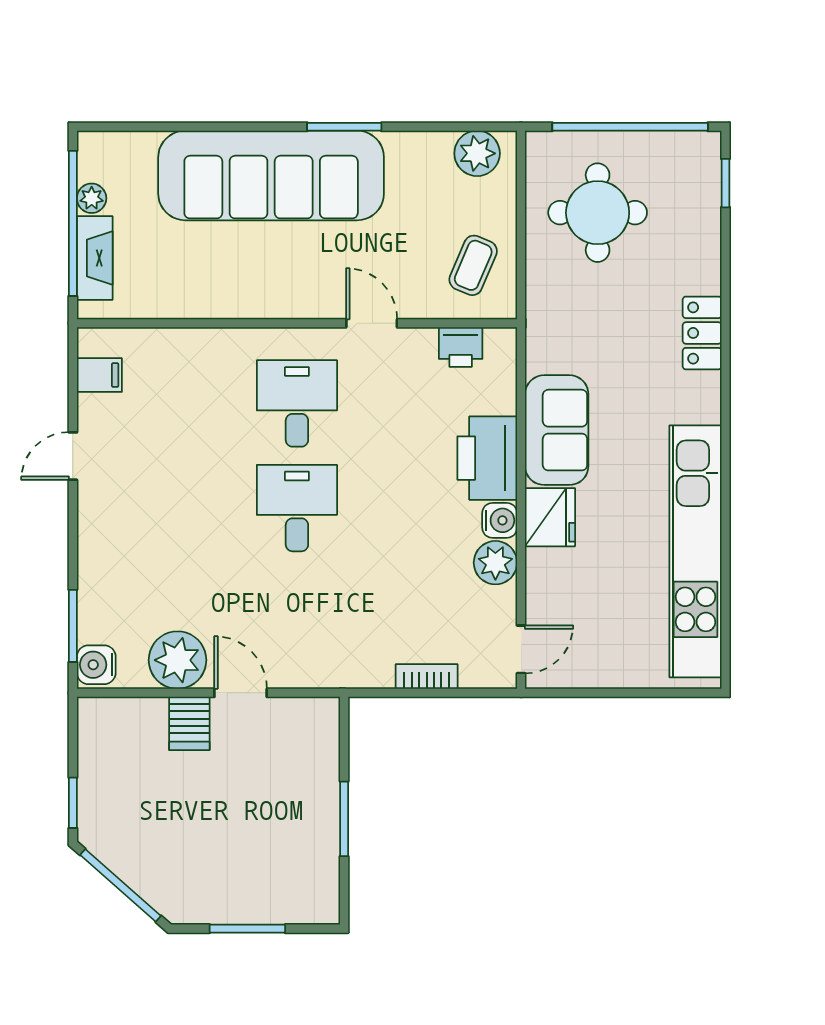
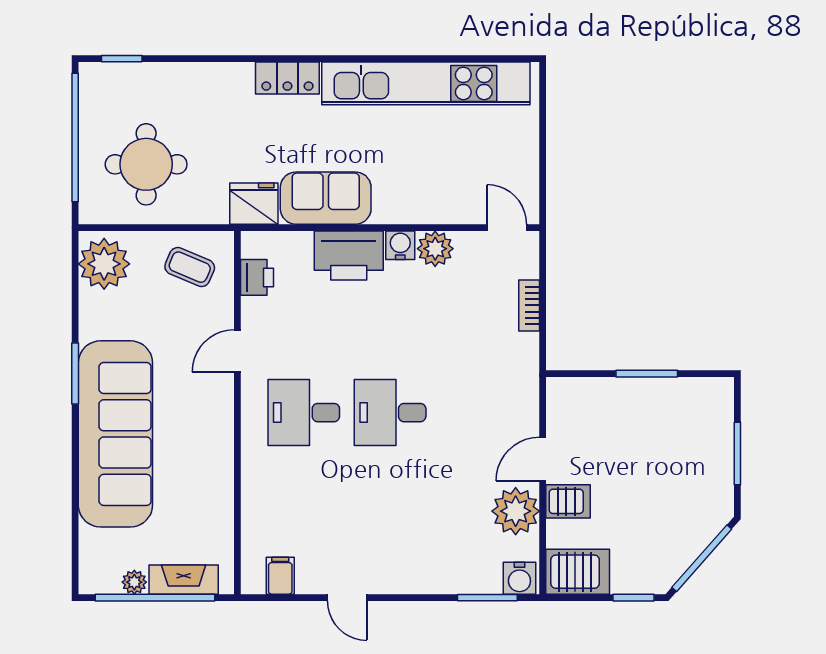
plant: (477, 153) -> (104, 264), width x1.36, depth x1.36
locker: (702, 333) -> (287, 78), moved
fridge: (550, 517) -> (254, 204), moved
server rack: (104, 735) -> (578, 572), added

